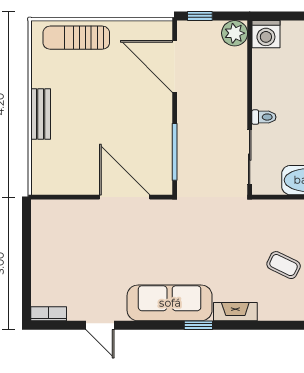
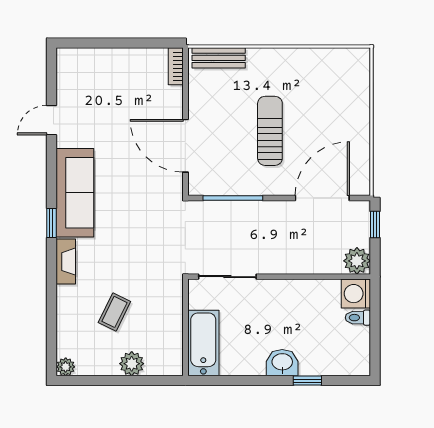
sun lounger: (76, 38) -> (270, 131), moved
bench: (41, 114) -> (219, 58), moved
toilet: (264, 117) -> (358, 318), moved, turned 90
door: (125, 197) -> (185, 146), swing flipped
bookcase: (49, 314) -> (176, 66), moved, turned 180

